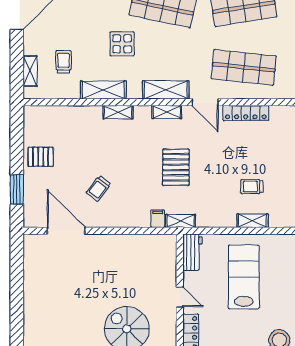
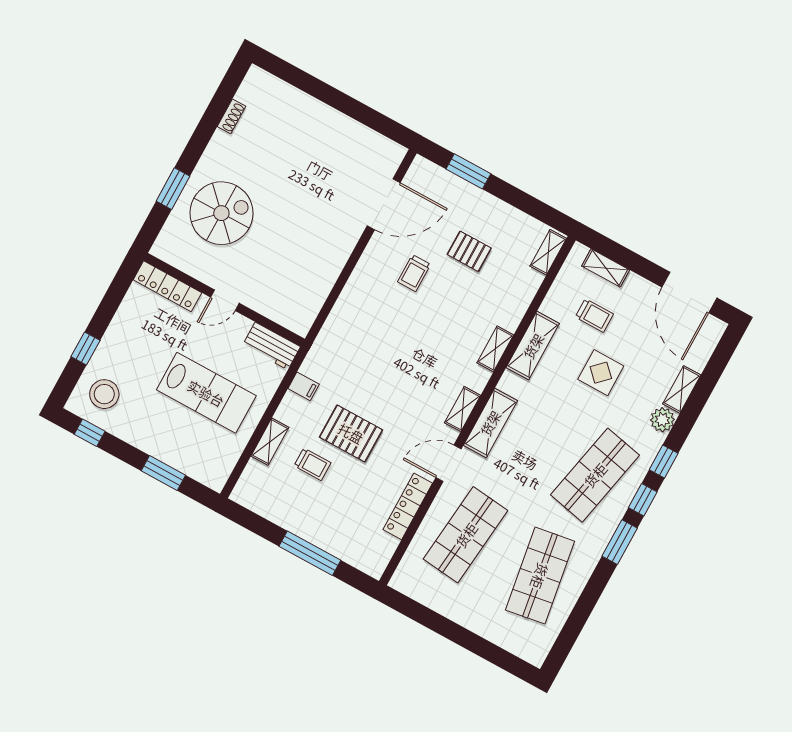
display table: (122, 44) -> (601, 373), moved
pallet: (41, 157) -> (469, 251), moved, turned 90
pallet: (176, 167) -> (351, 433), moved
trolley: (252, 187) -> (313, 464), turned 90
trolley: (99, 188) -> (414, 273), turned -128
filing cabinet: (158, 219) -> (304, 386), moved
shelving: (181, 221) -> (548, 252), moved

